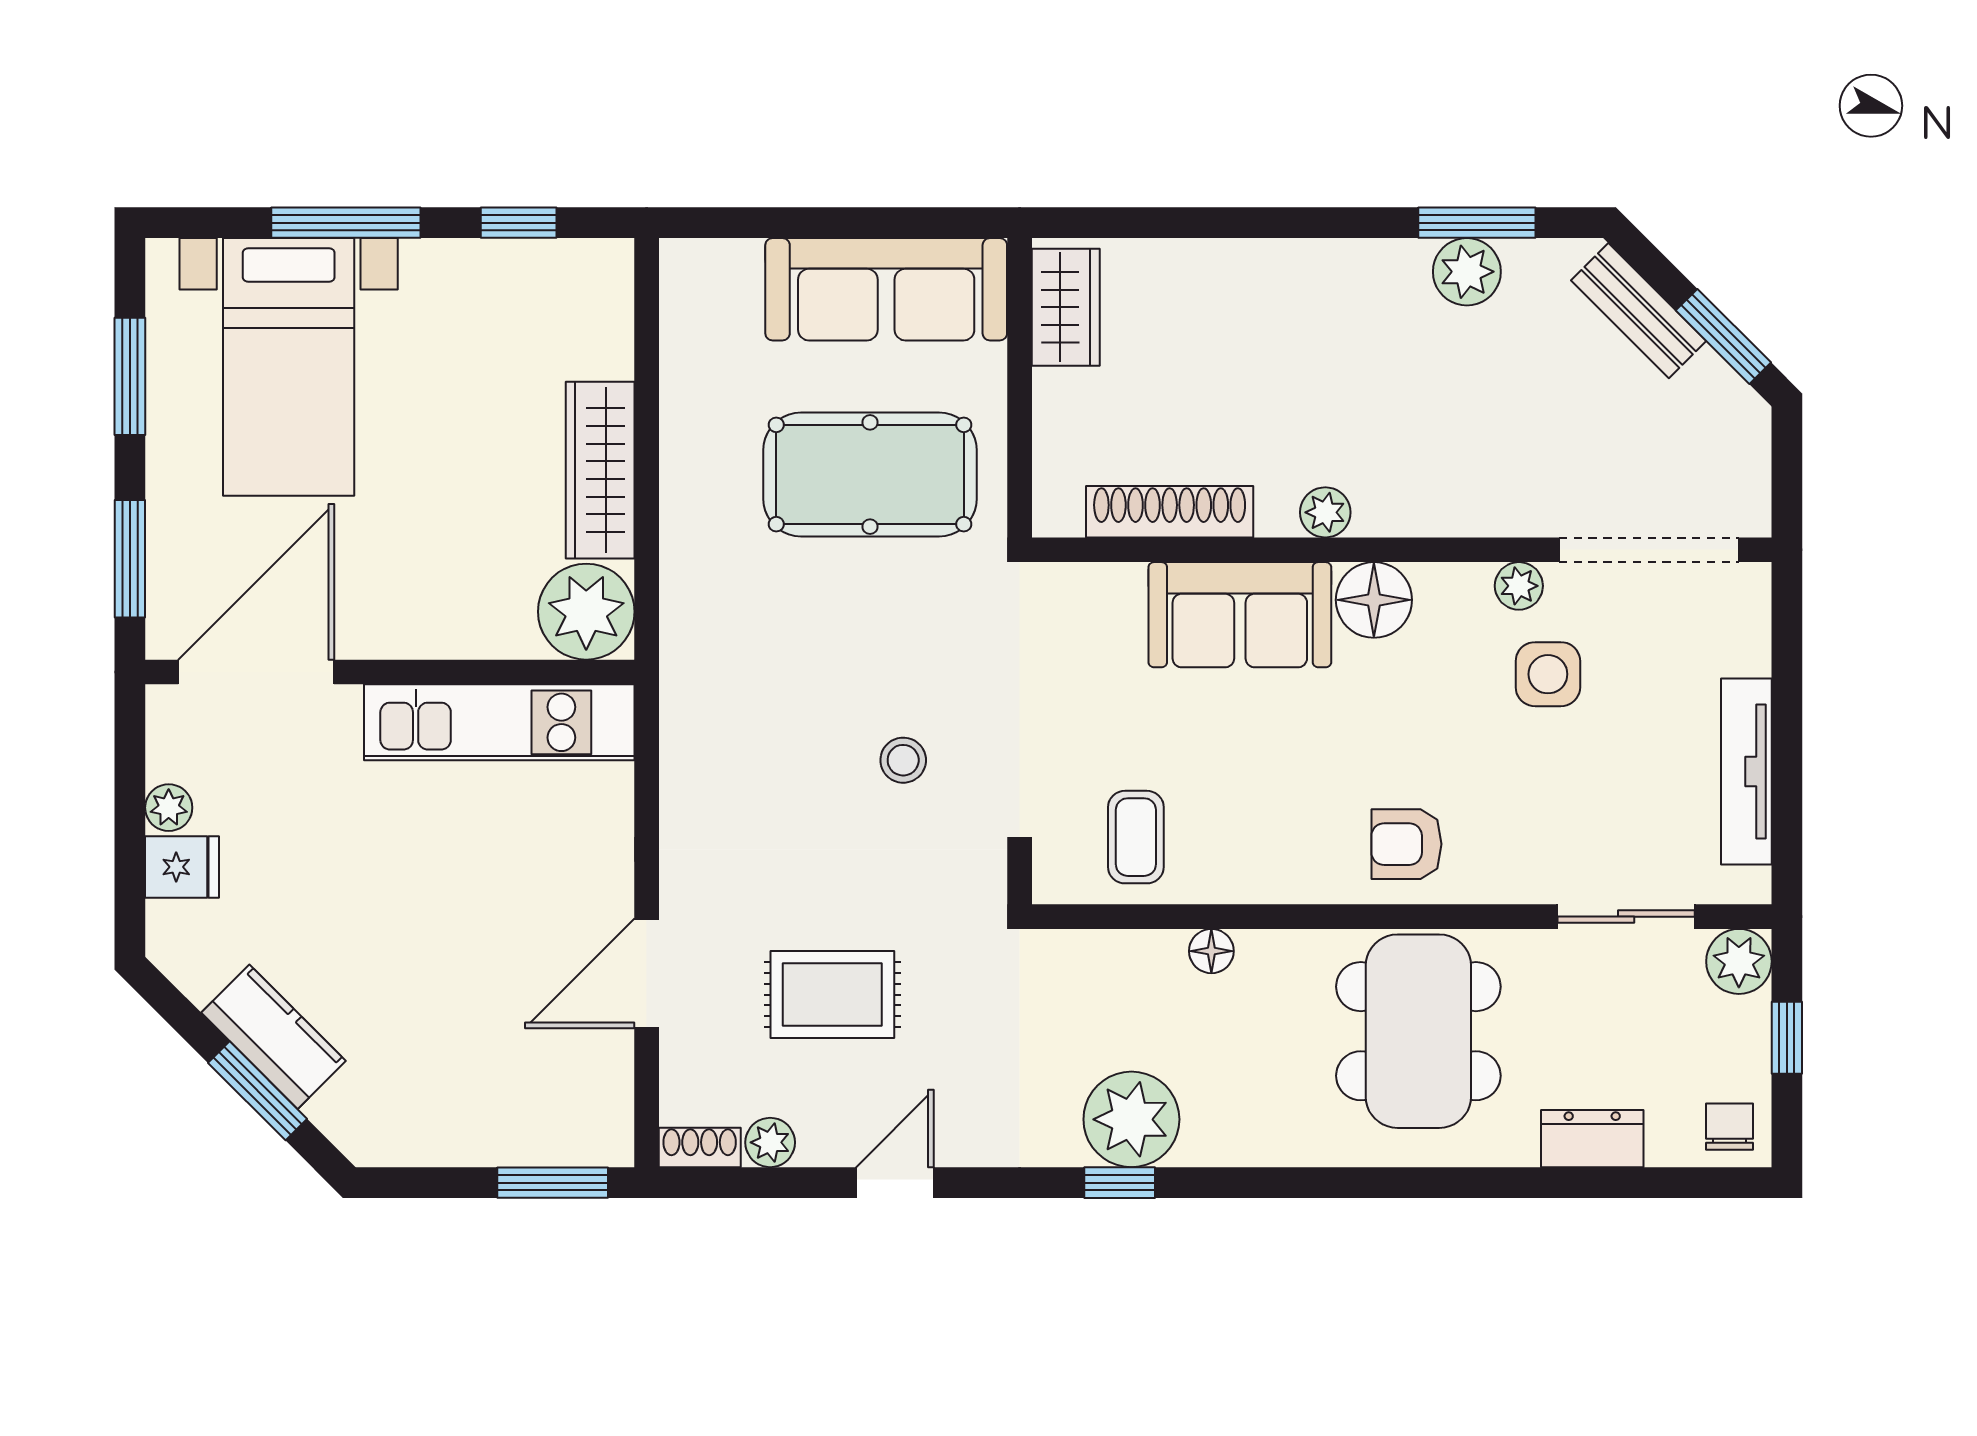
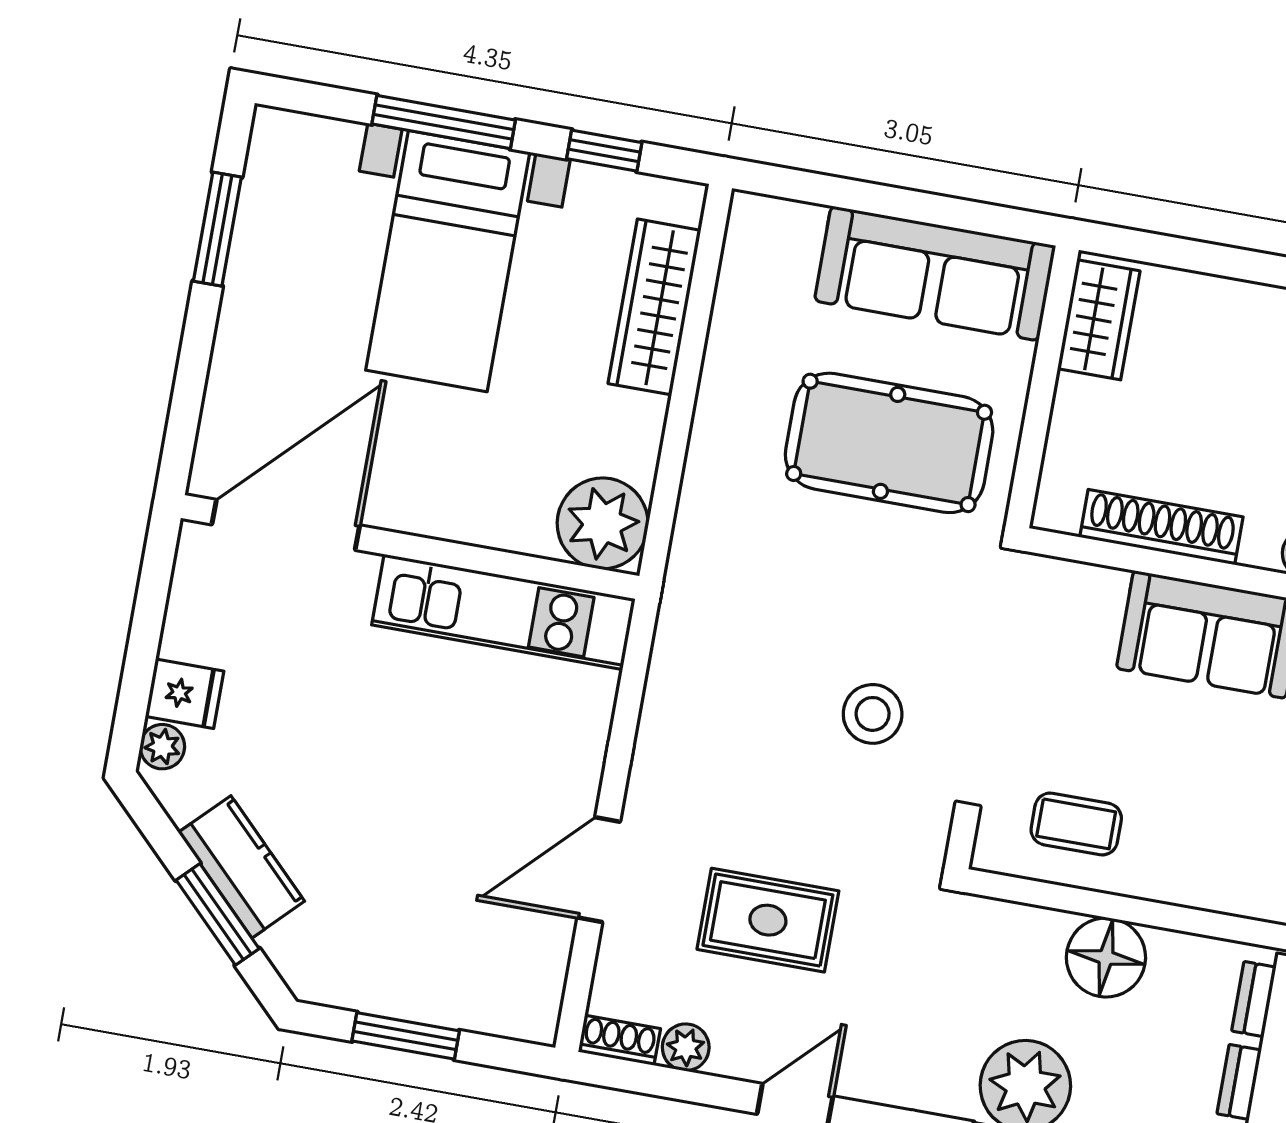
bed with nightstands: (289, 367) -> (448, 261), moved
wardrobe: (600, 470) -> (654, 307), moved
window: (130, 559) -> (187, 399), removed
stool: (903, 760) -> (873, 714), width x1.37, depth x1.37
plant: (169, 808) -> (162, 747), moved
coffee table: (1136, 837) -> (1076, 824), turned 90
floor lamp: (1211, 951) -> (1106, 957), width x1.89, depth x1.89
window: (553, 1183) -> (406, 1036), moved

